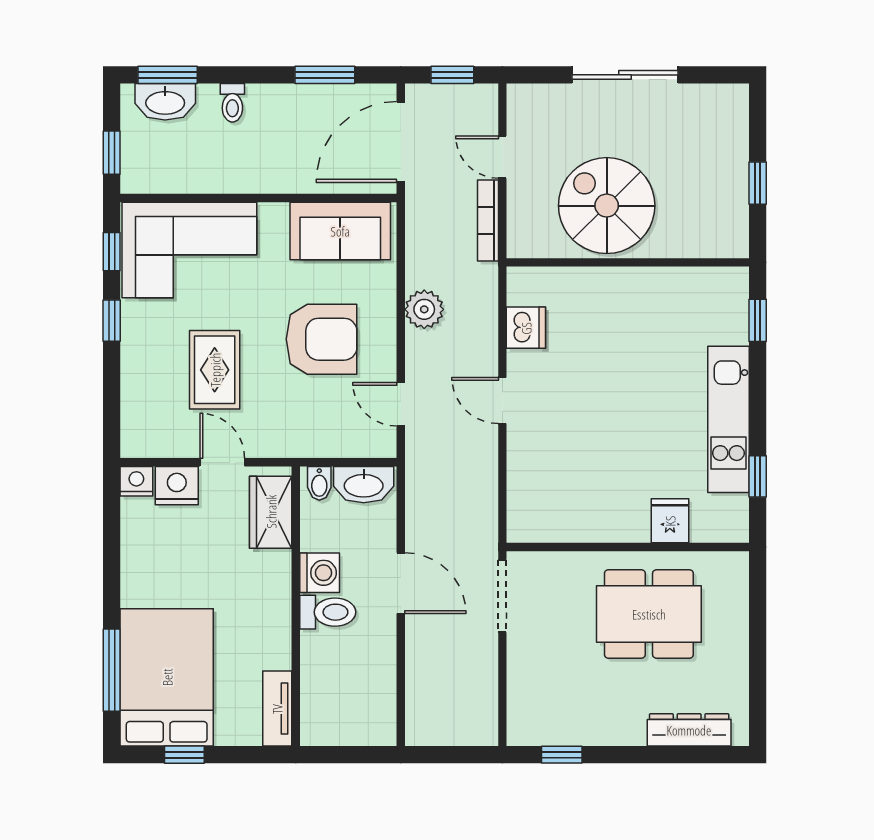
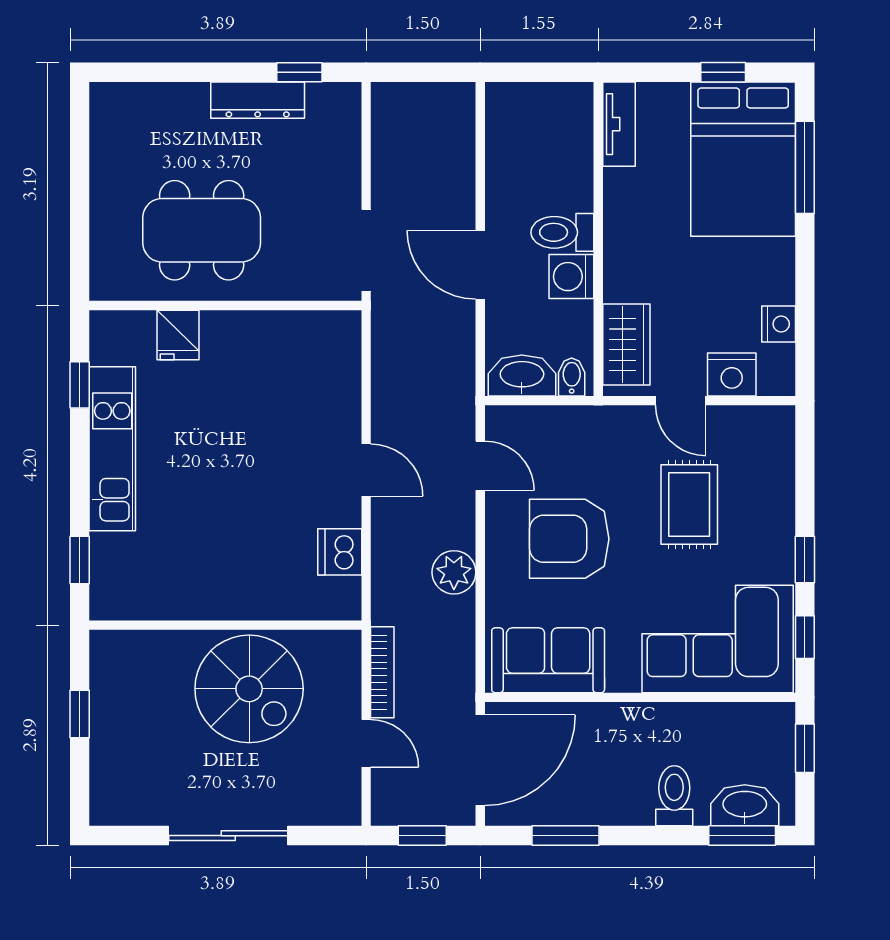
toilet: (232, 103) -> (674, 796), width x1.37, depth x1.39
nightstand: (136, 481) -> (779, 324), moved, turned -90
dresser: (689, 730) -> (258, 100), moved

